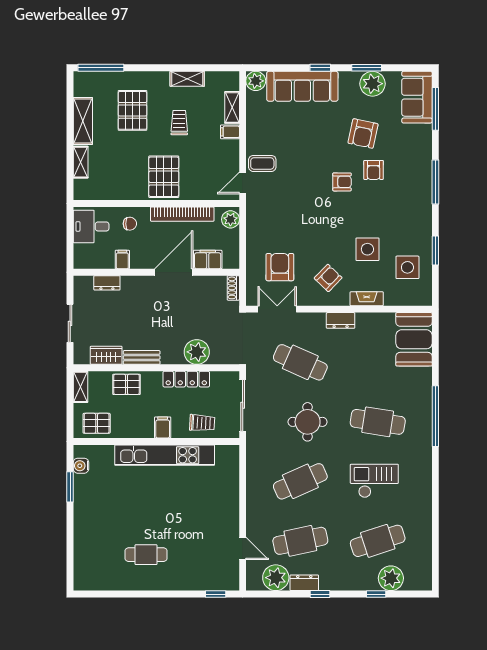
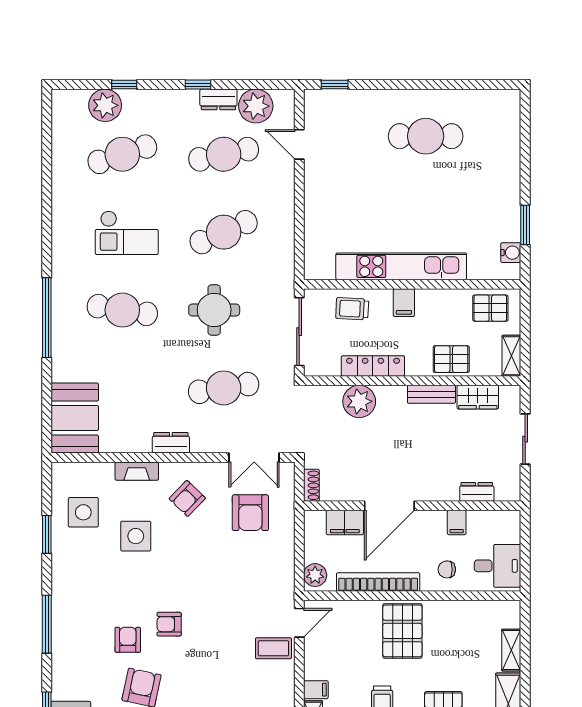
cafe table: (300, 362) -> (224, 388), turned -33
cafe table: (146, 555) -> (426, 136), width x1.37, depth x1.35

